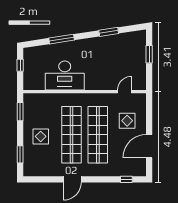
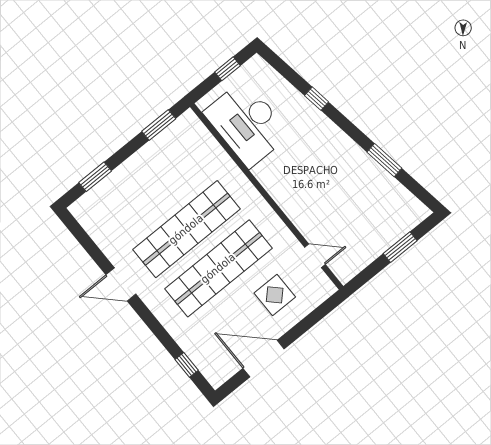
window: (62, 39) -> (317, 99), width x0.46
desk: (65, 75) -> (247, 123), moved
display table: (41, 136) -> (147, 186), removed

